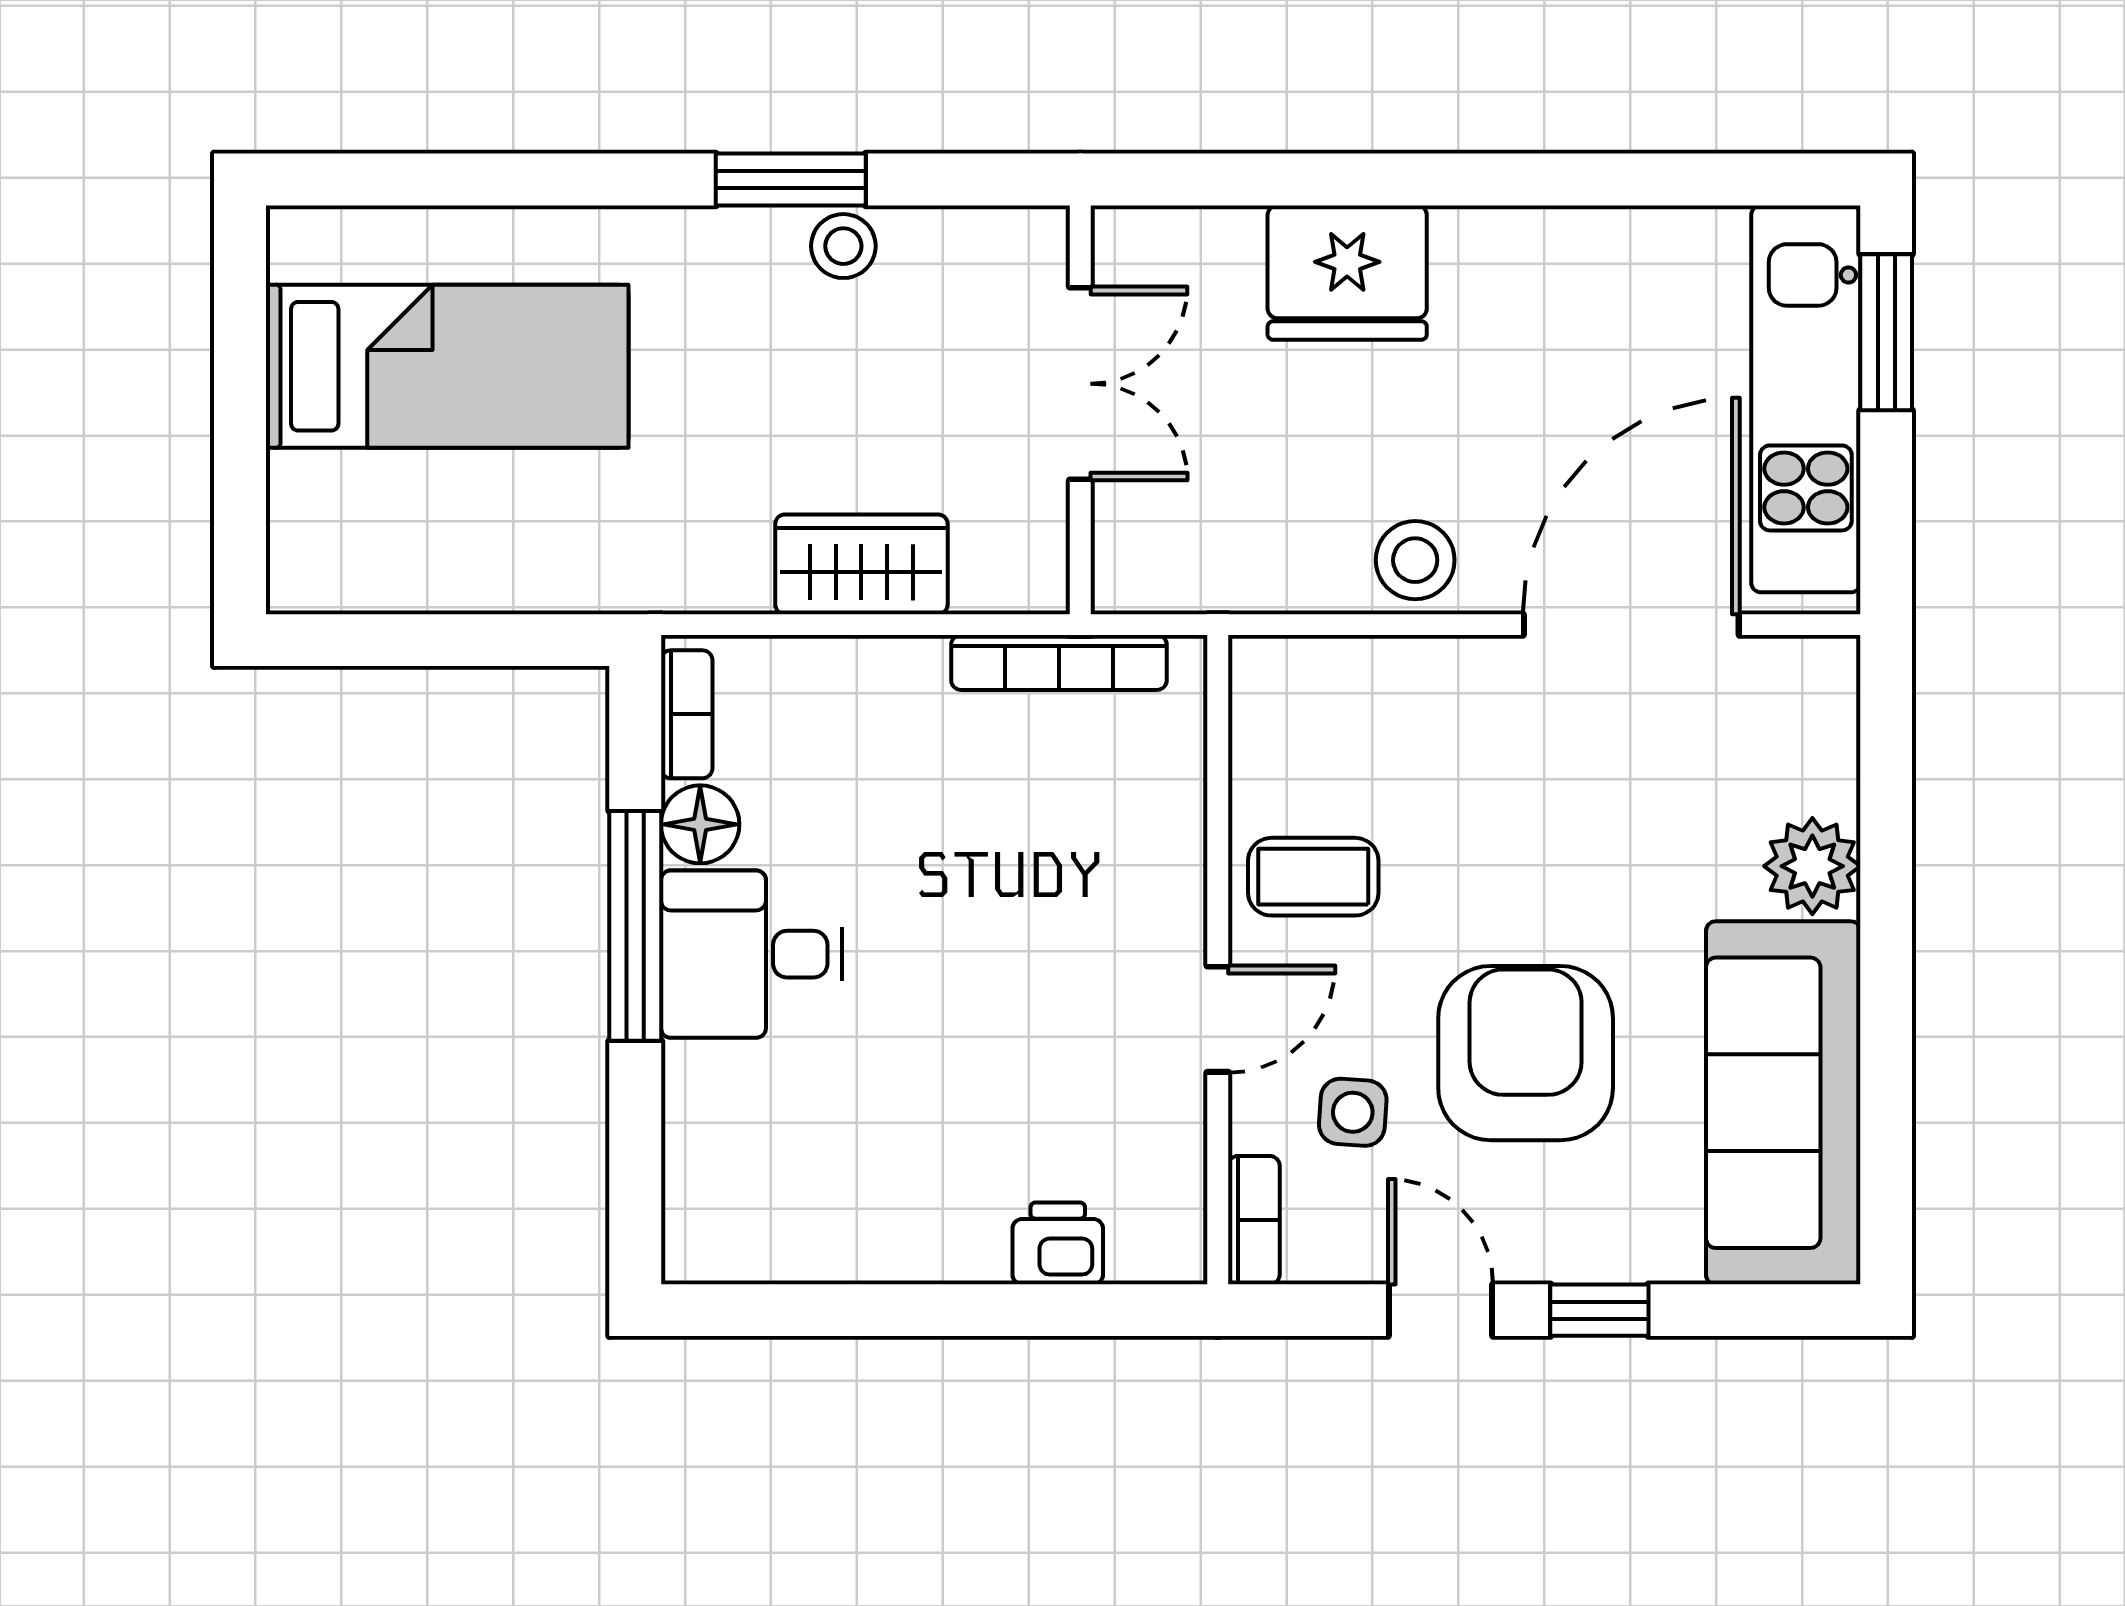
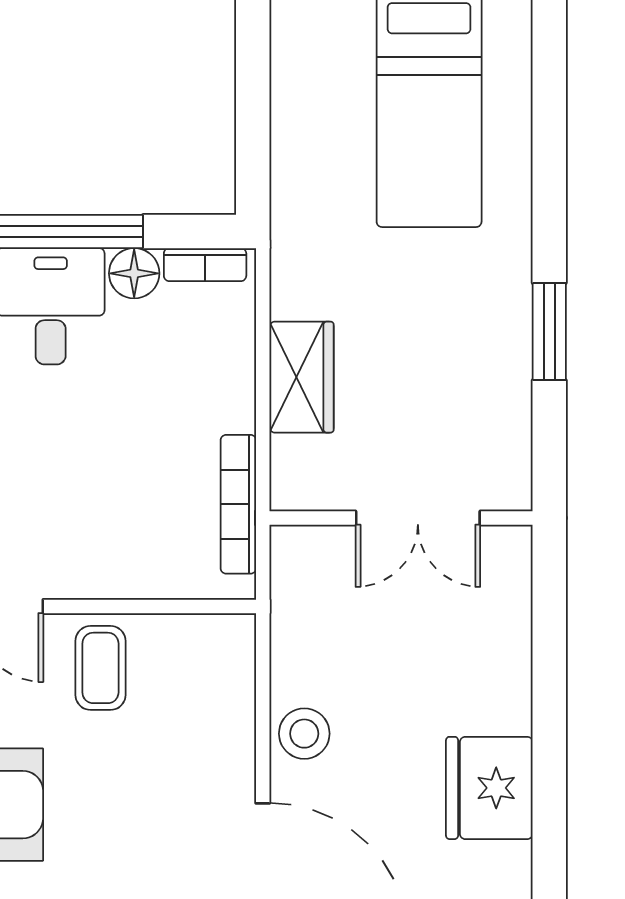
stool: (843, 246) -> (506, 365), removed
fridge: (1347, 273) -> (489, 788), moved

